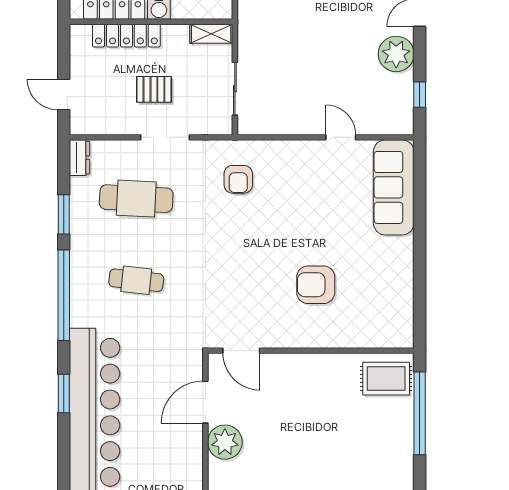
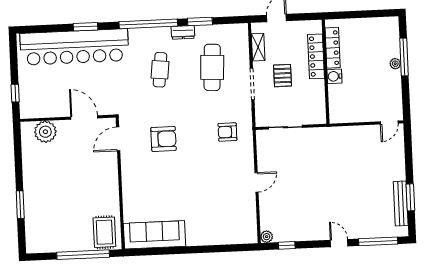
shelving: (211, 34) -> (258, 47), moved
plant: (396, 54) -> (267, 237), moved, width x0.53, depth x0.53
door: (341, 137) -> (257, 182), moved
dresser: (79, 158) -> (183, 32), moved
sofa: (394, 187) -> (154, 235), moved
armchair: (316, 285) -> (164, 139), moved, turned 90
plant: (225, 442) -> (45, 132), moved

